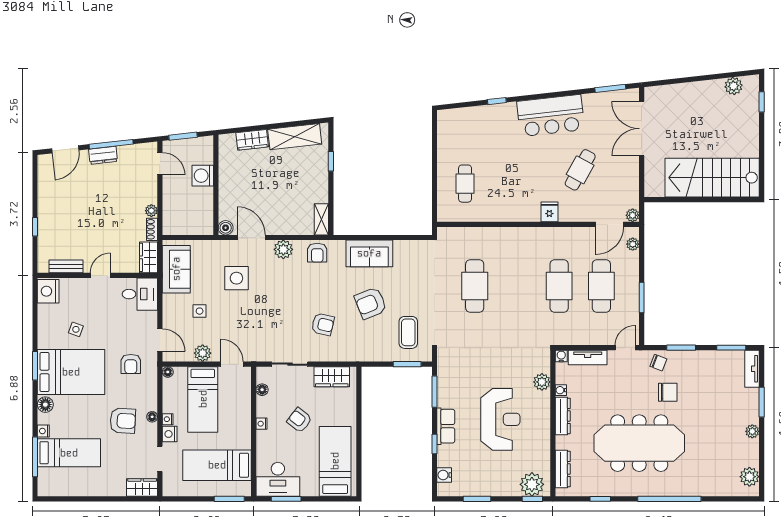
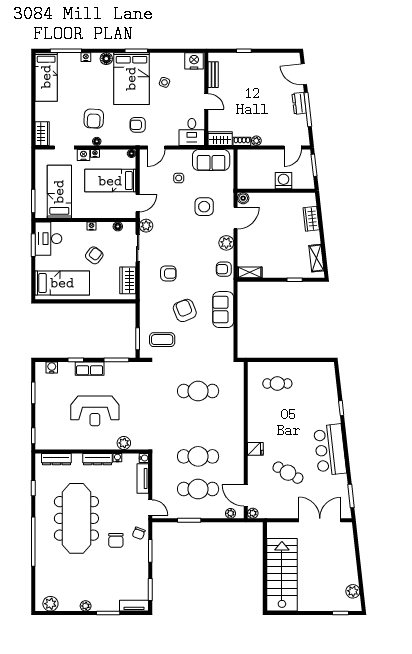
shelving: (295, 137) -> (316, 258), width x0.67, depth x0.75
armchair: (323, 324) -> (168, 273), turned -103
plant: (203, 353) -> (146, 226), moved
bed: (69, 453) -> (46, 77), moved
plant: (532, 484) -> (44, 435), removed

